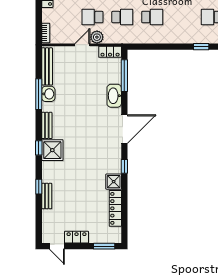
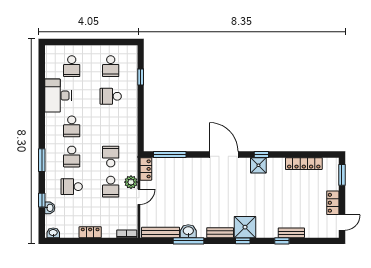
school desk: (152, 17) -> (111, 96), moved, turned -90
door: (82, 45) -> (139, 197), swing flipped
washbasin: (114, 96) -> (190, 165), removed
shower: (114, 182) -> (258, 165), moved

